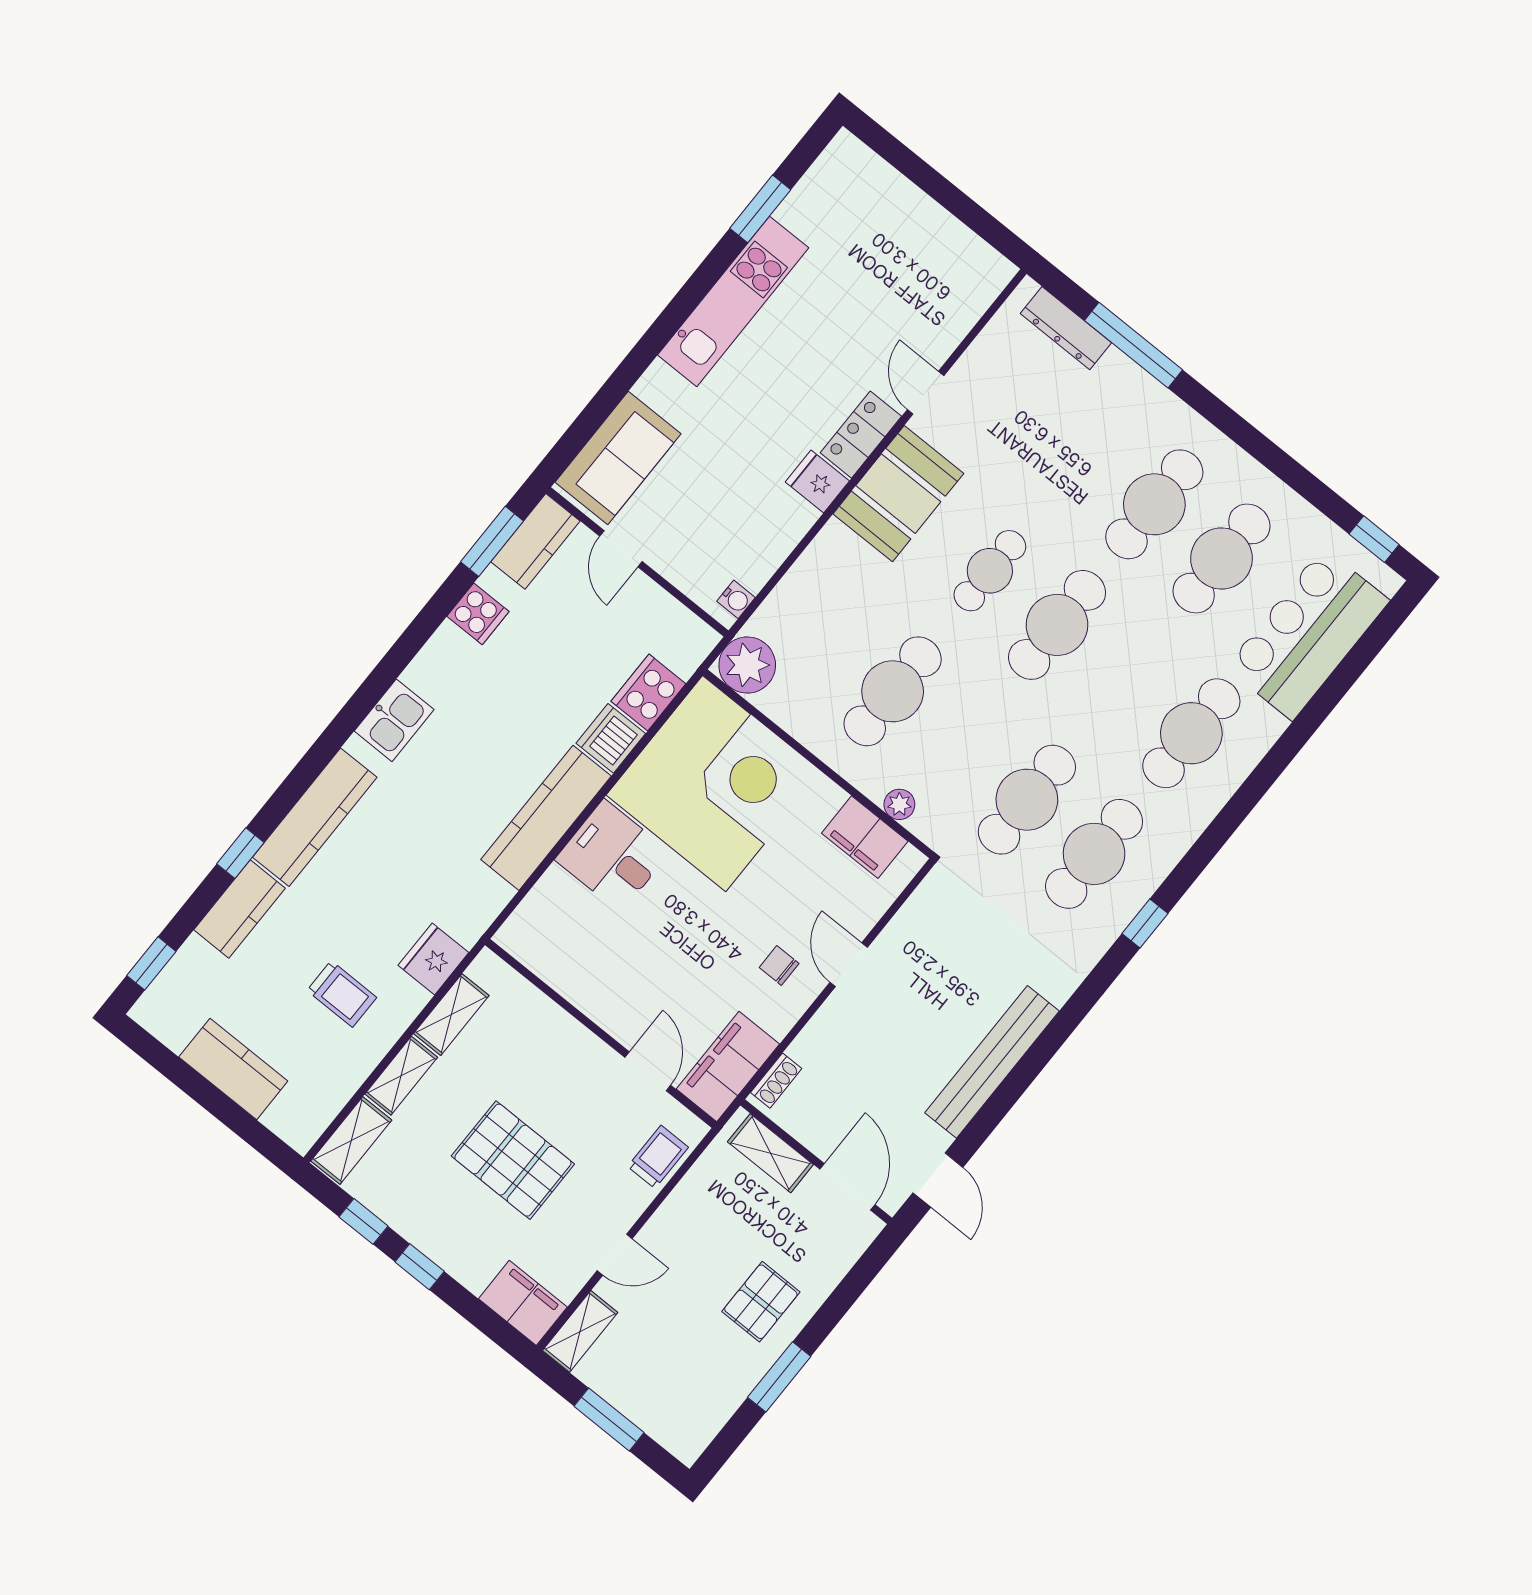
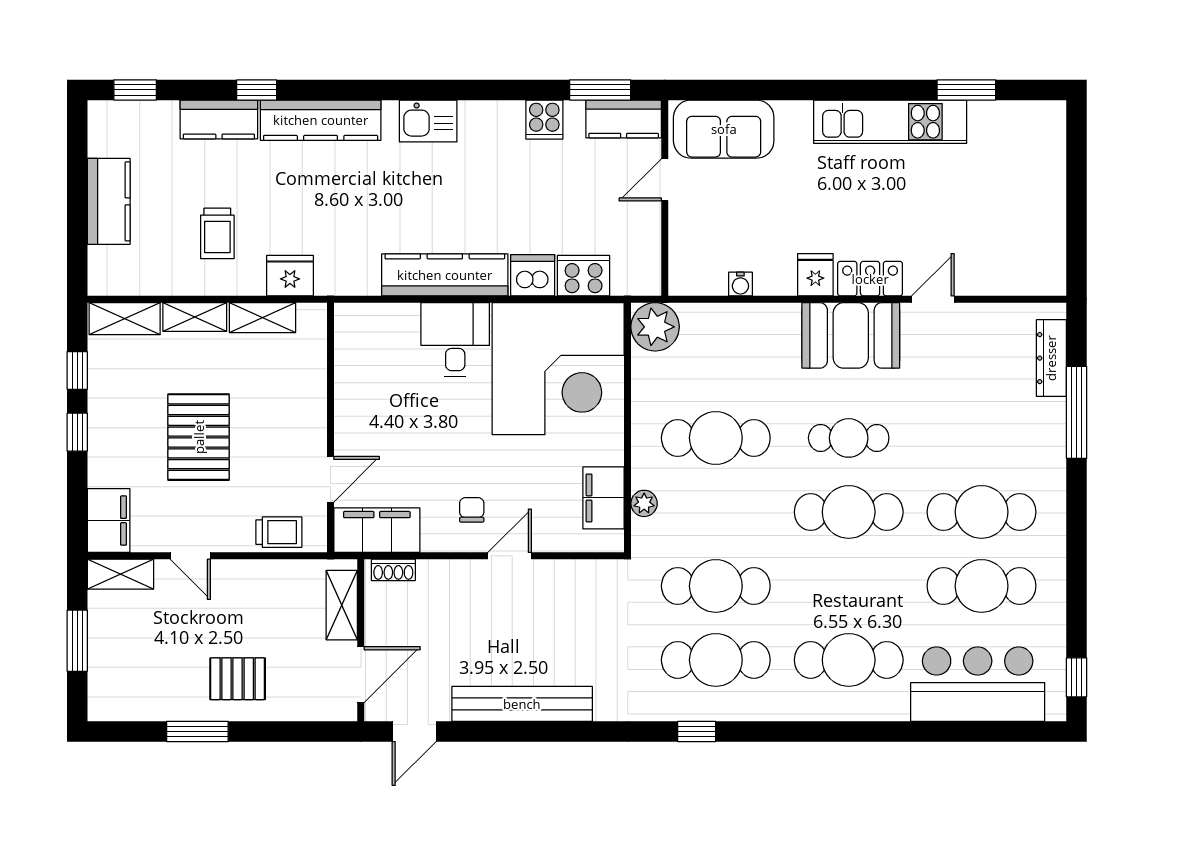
water cooler: (736, 599) -> (740, 284), moved

